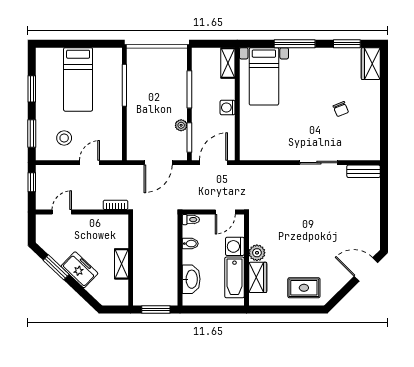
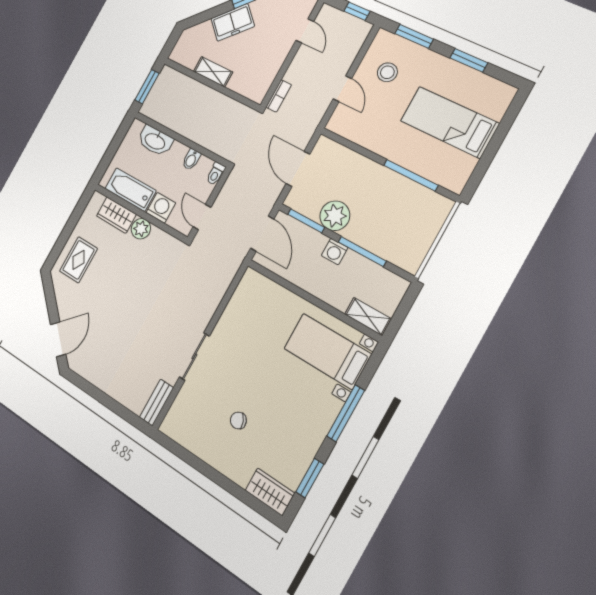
washing machine: (228, 108) -> (335, 252), moved, turned 180
plant: (181, 125) -> (335, 216), width x1.87, depth x1.87

